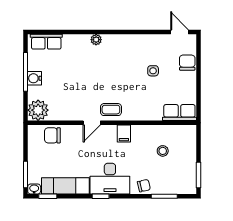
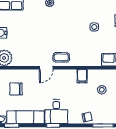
filing cabinet: (124, 134) -> (82, 76), moved
chair: (52, 135) -> (16, 89), moved
desk: (110, 179) -> (56, 112), width x0.73

